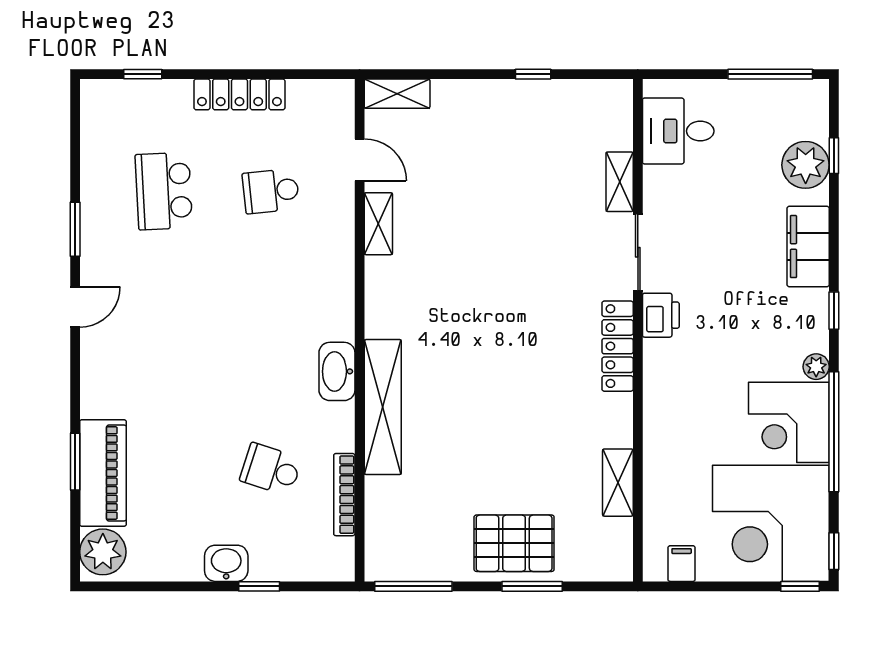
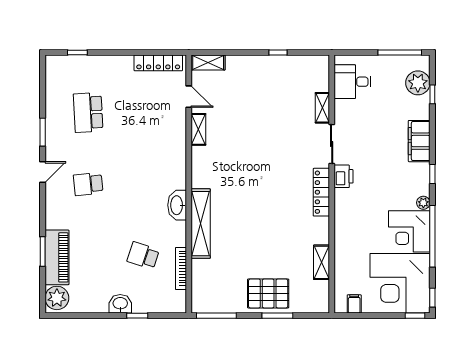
locker: (239, 94) -> (158, 63), moved
plant: (806, 165) -> (418, 83), moved
school desk: (271, 191) -> (88, 184), moved

